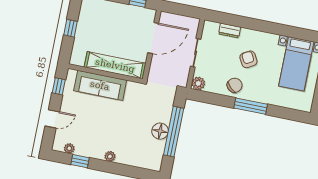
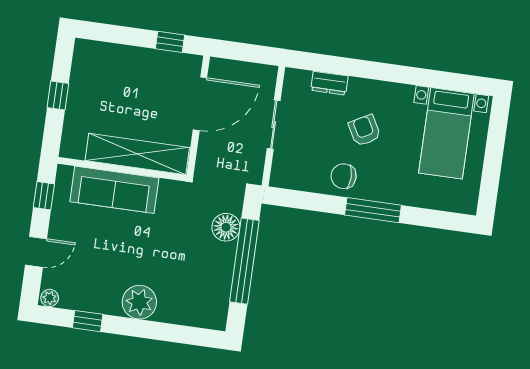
plant: (198, 83) -> (281, 177), removed
chair: (235, 85) -> (344, 176), turned -133
floor lamp: (160, 131) -> (226, 227), moved
plant: (69, 148) -> (50, 298), moved
plant: (110, 156) -> (139, 302), width x1.88, depth x1.88

